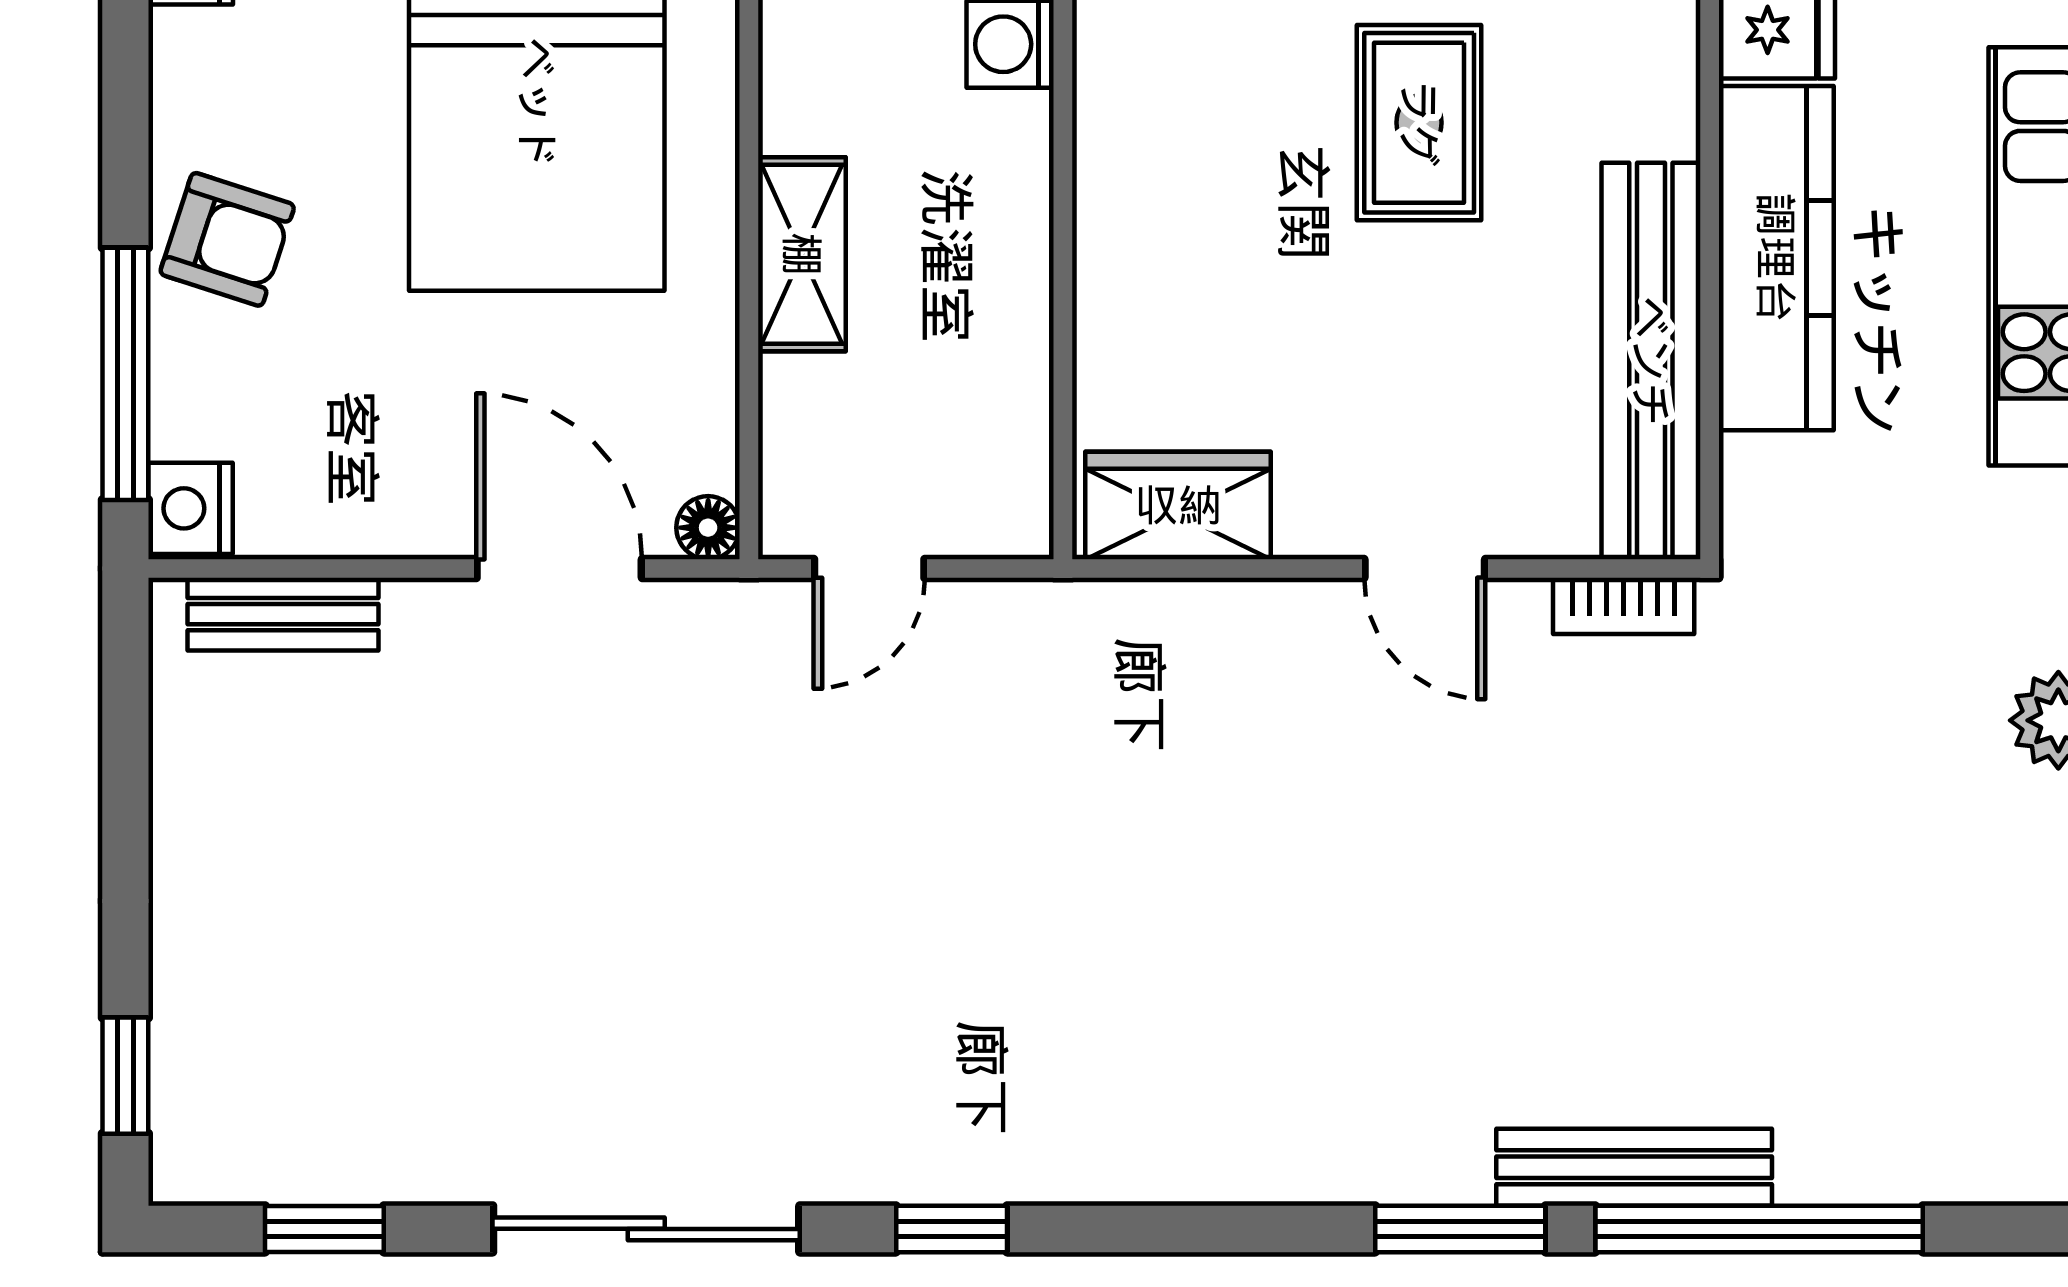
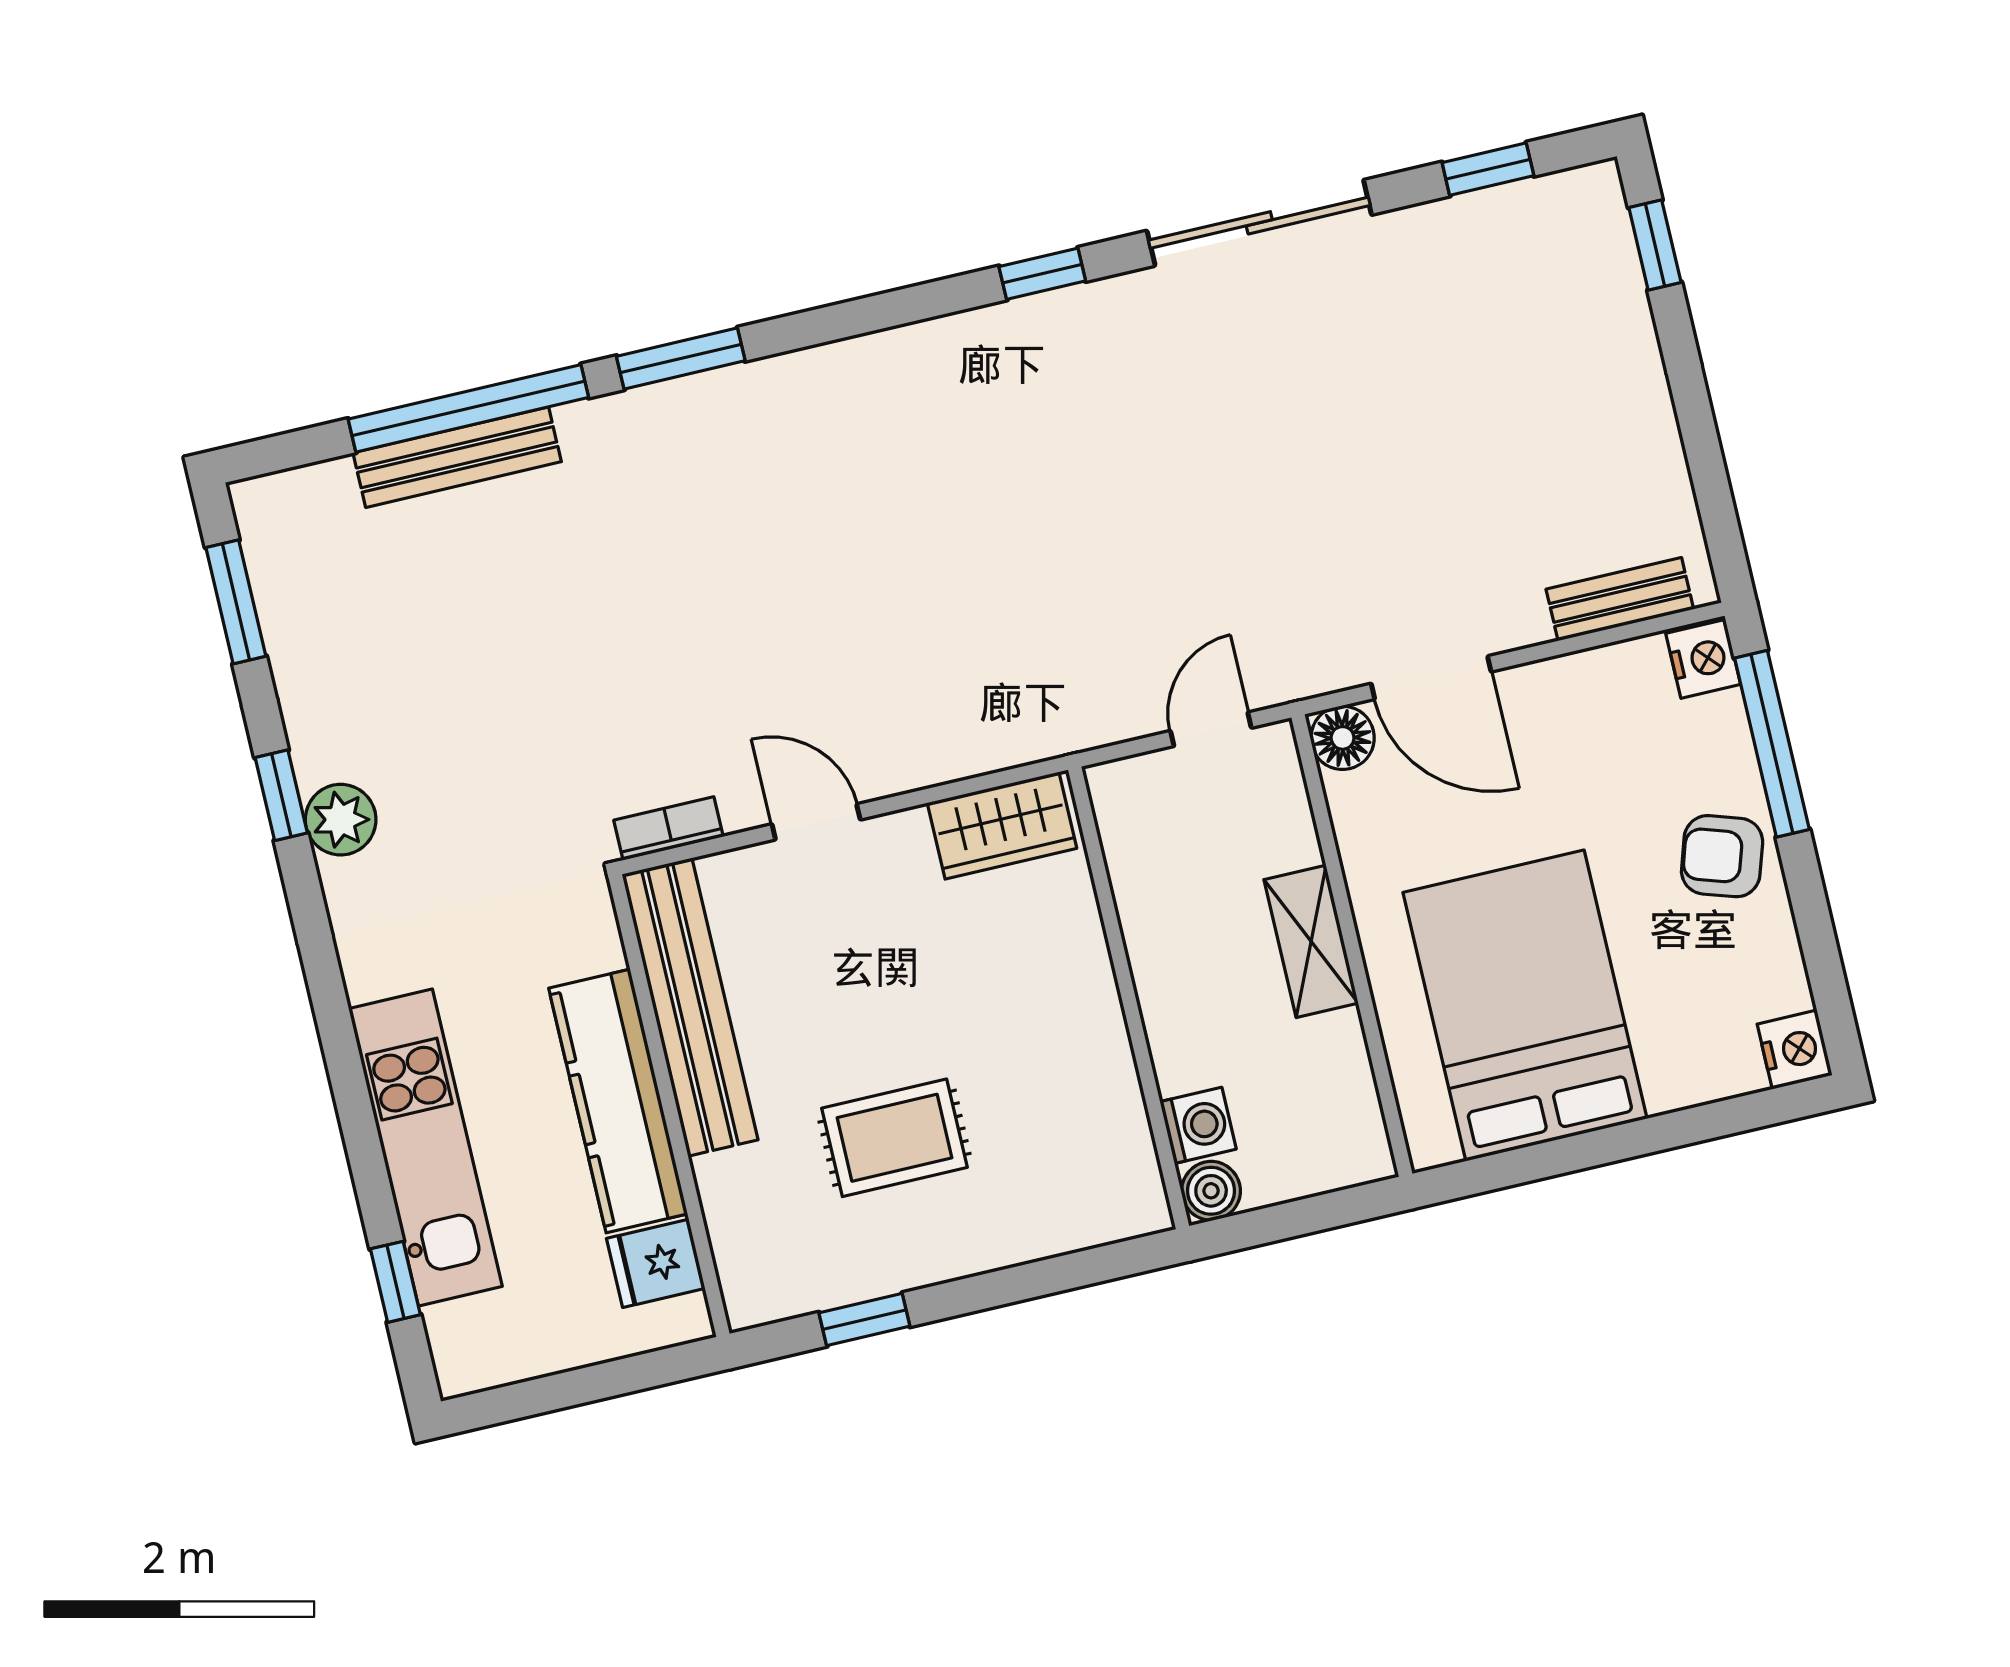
rug: (1419, 123) -> (894, 1138), turned 90
floor lamp: (708, 528) -> (1343, 738), width x1.37, depth x1.37
bench: (1634, 1167) -> (457, 457), moved

